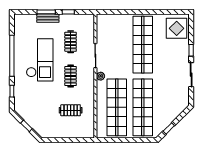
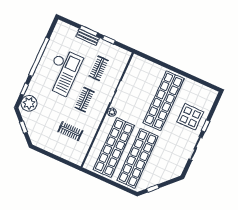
display table: (177, 28) -> (190, 117), moved
plant: (22, 102) -> (29, 103), added

